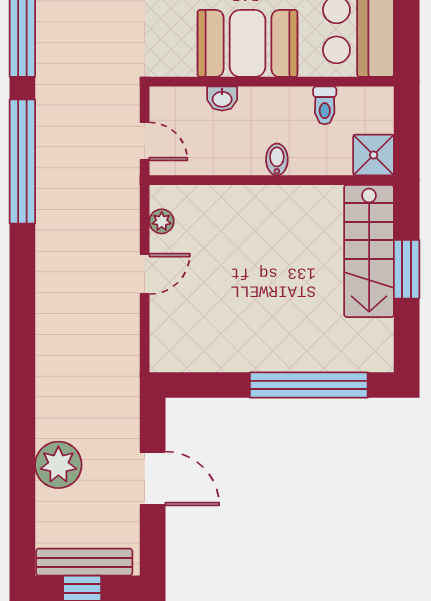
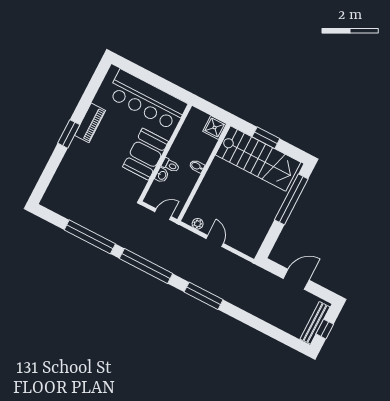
toilet: (325, 105) -> (170, 165), moved
stairs: (369, 251) -> (258, 159), width x1.36, depth x1.51
window: (22, 309) -> (204, 296), added
plant: (58, 465) -> (272, 313), removed

